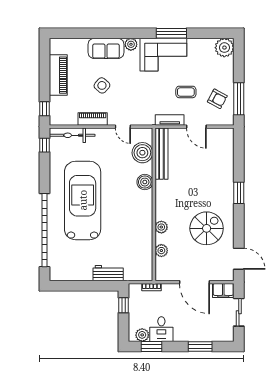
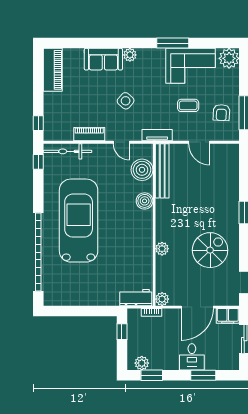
corner sofa: (163, 55) -> (191, 66), moved
piano: (58, 75) -> (53, 70), moved
side table: (102, 85) -> (126, 101), moved
armchair: (217, 99) -> (221, 113), turned 65
tv unit: (170, 120) -> (157, 135), moved
plant: (161, 251) -> (162, 299), moved
workbench: (108, 273) -> (136, 298), moved
door: (194, 282) -> (197, 307), hinge flipped
desk: (161, 329) -> (192, 357), moved

